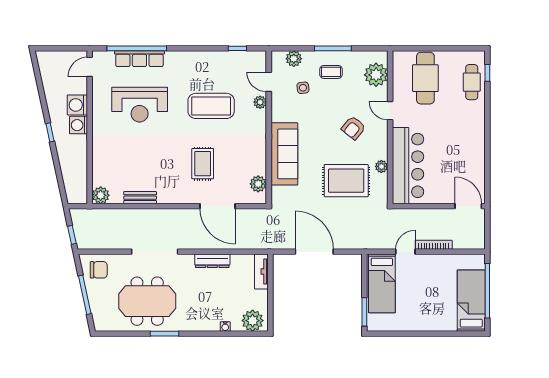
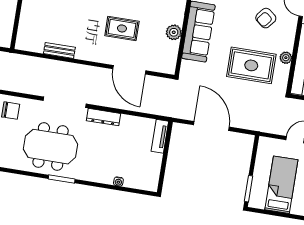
rug: (203, 164) -> (122, 28), turned 90
plant: (258, 184) -> (174, 32), moved
plant: (101, 195) -> (24, 42), removed
dresser: (212, 261) -> (103, 117), moved
bed: (382, 283) -> (281, 185), moved, turned 180
plant: (253, 321) -> (144, 180), removed

